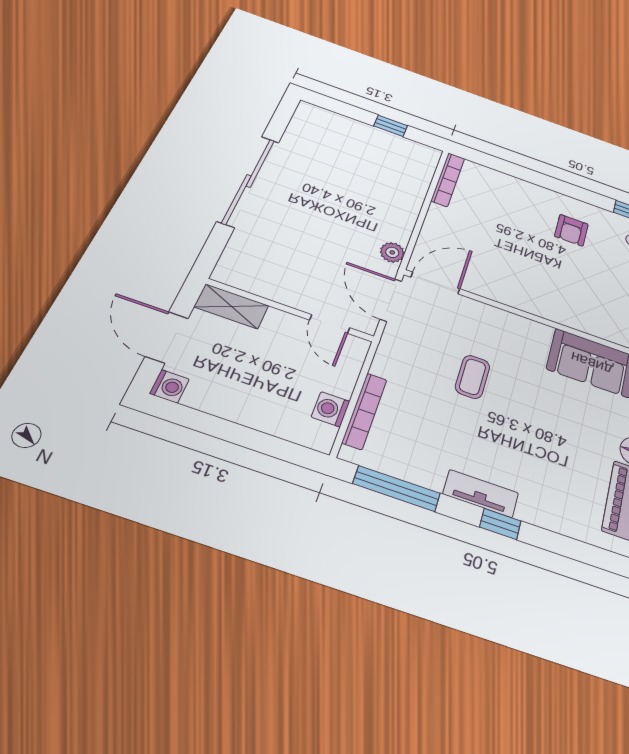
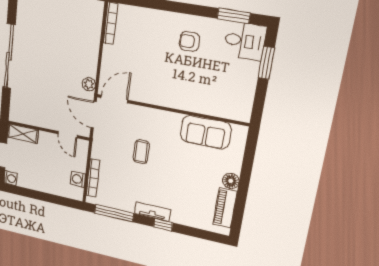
armchair: (571, 230) -> (189, 41), turned 90

